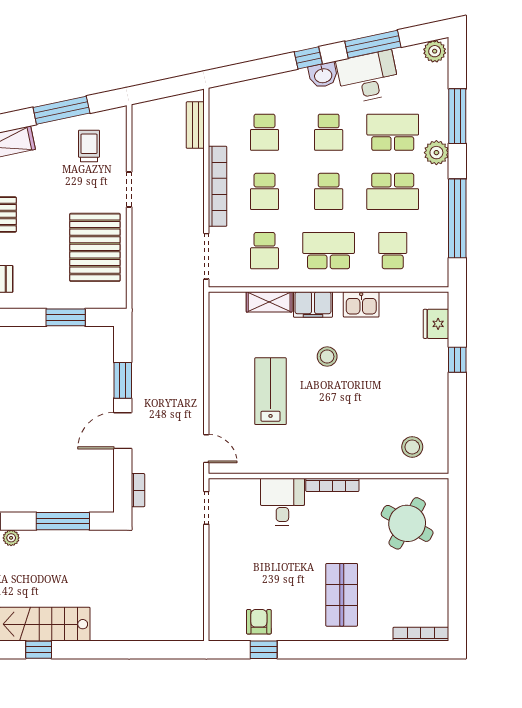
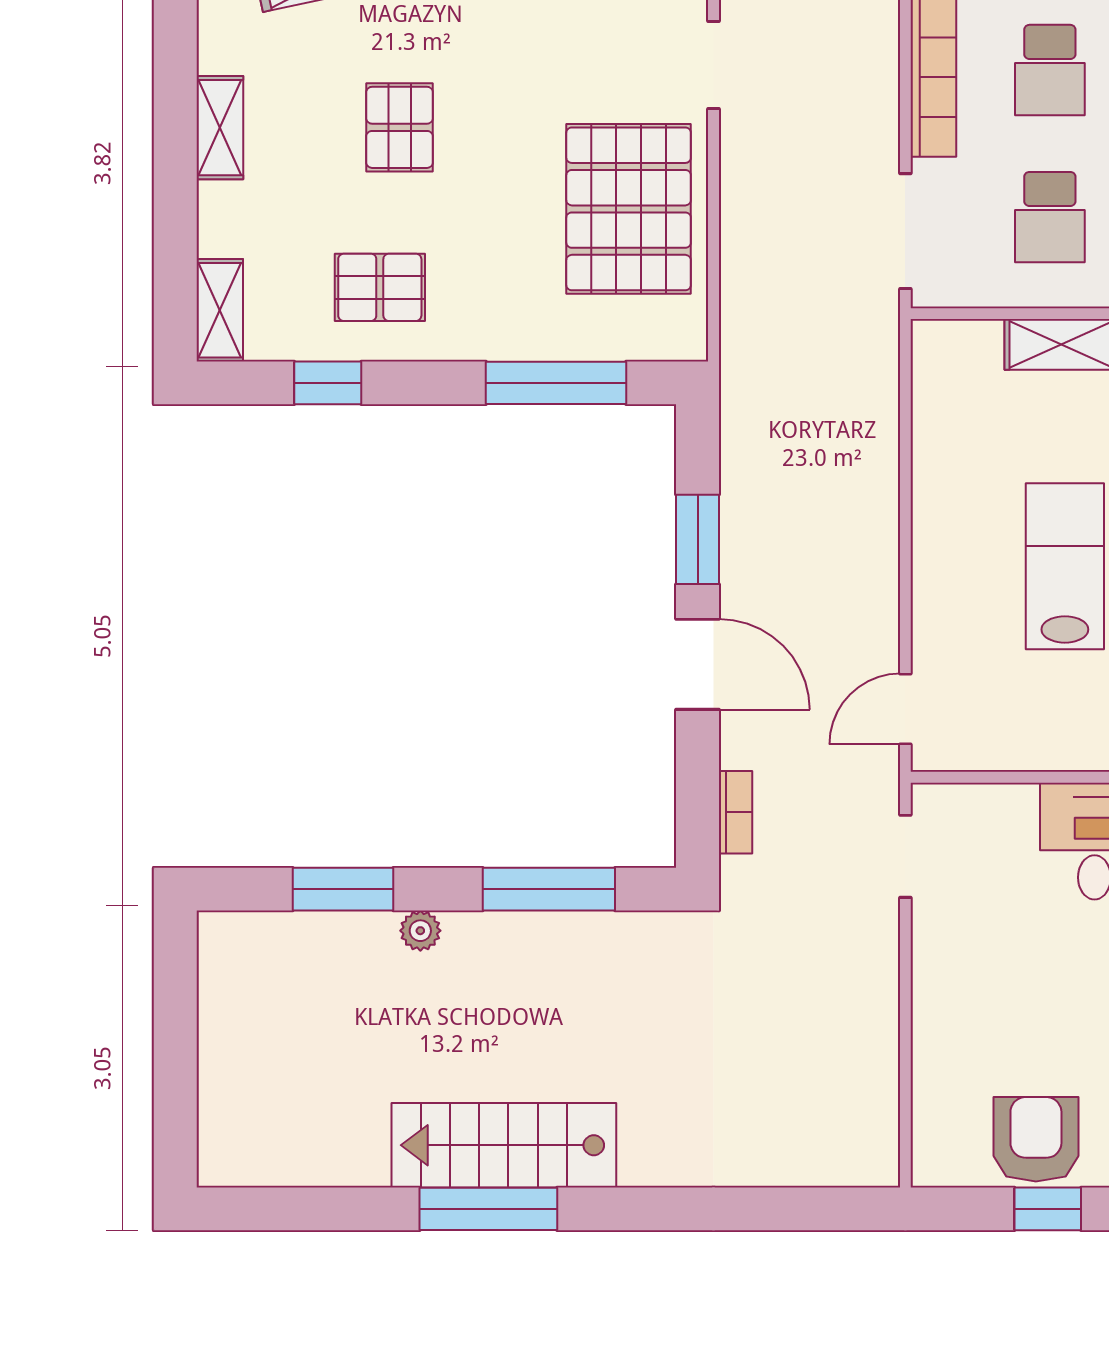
window: (66, 317) -> (556, 383), width x1.44
door: (123, 431) -> (698, 664), swing flipped
door: (206, 449) -> (905, 709), swing flipped
armchair: (259, 622) -> (1036, 1139), width x1.38, depth x1.38
window: (39, 650) -> (488, 1209), width x2.17

